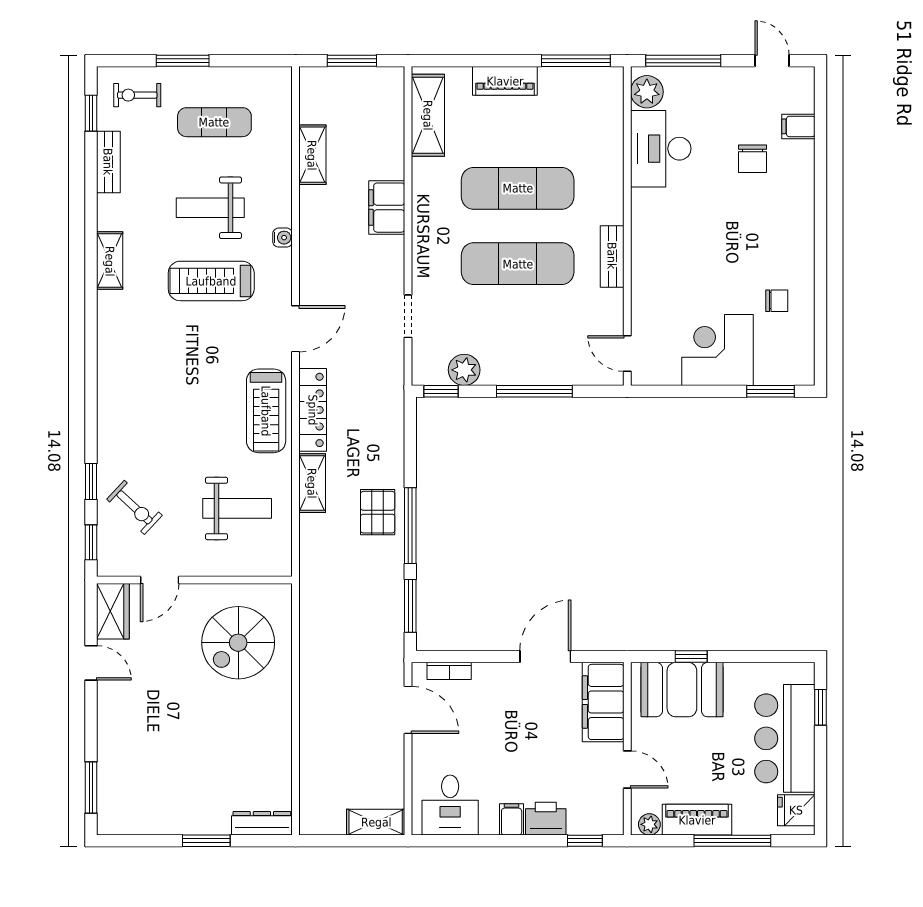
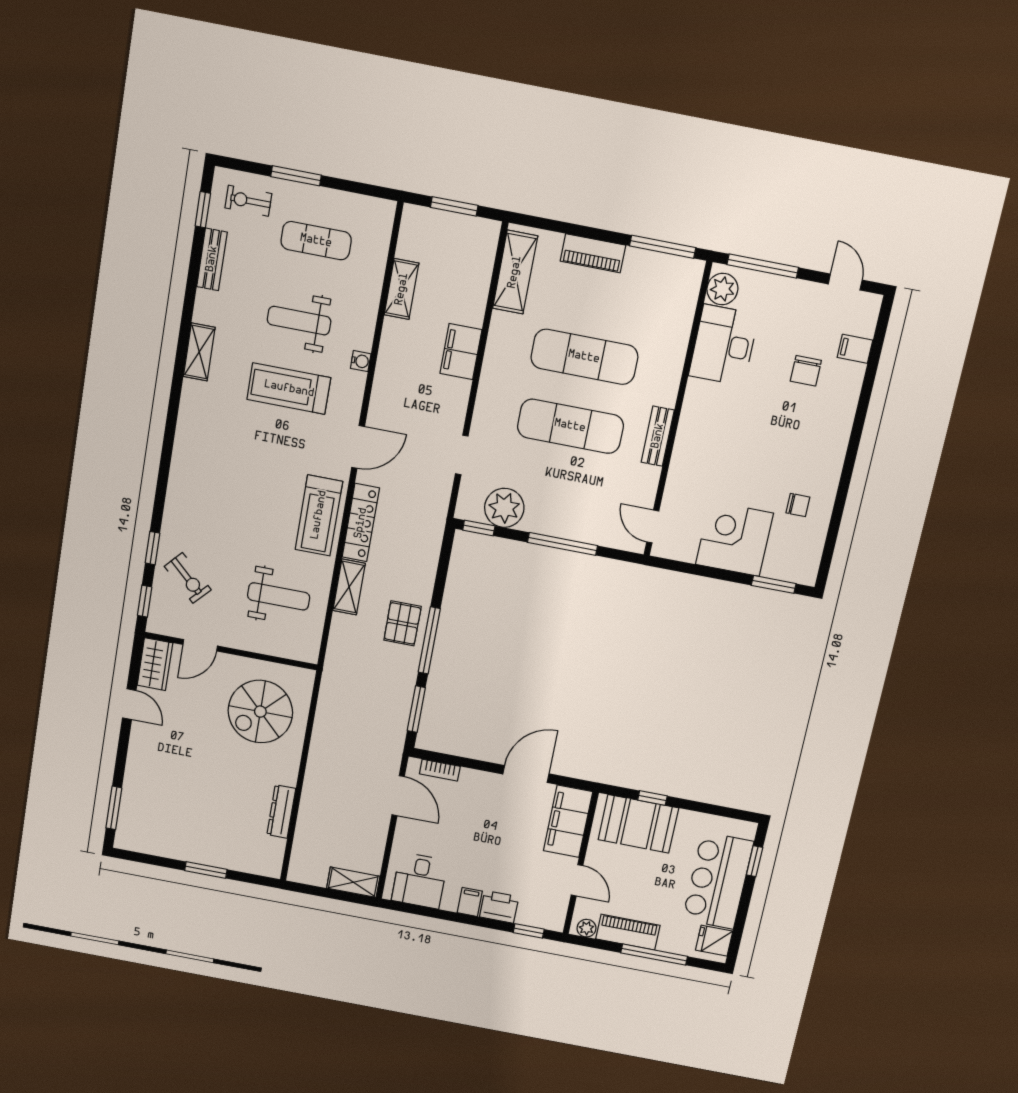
plant: (464, 370) -> (504, 508), width x1.36, depth x1.36
dresser: (262, 823) -> (281, 812), moved, turned -90

